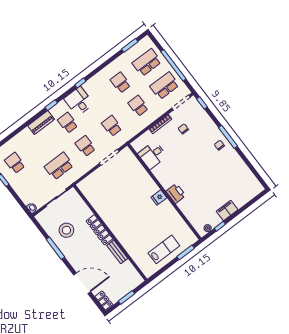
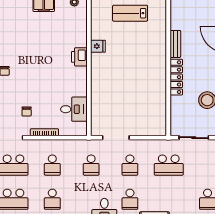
fridge: (159, 197) -> (98, 46), moved

